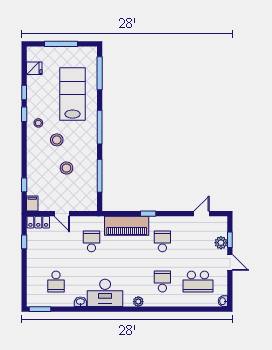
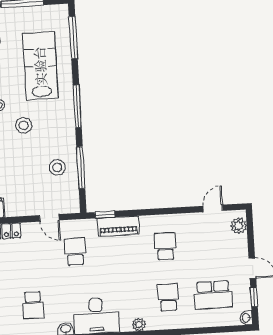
stool: (66, 168) -> (57, 167), moved
door: (62, 214) -> (49, 218), moved
window: (148, 214) -> (105, 215), moved
piano: (127, 226) -> (118, 226), width x0.73, depth x0.75
window: (230, 240) -> (254, 297), moved
plant: (221, 243) -> (239, 226), moved

